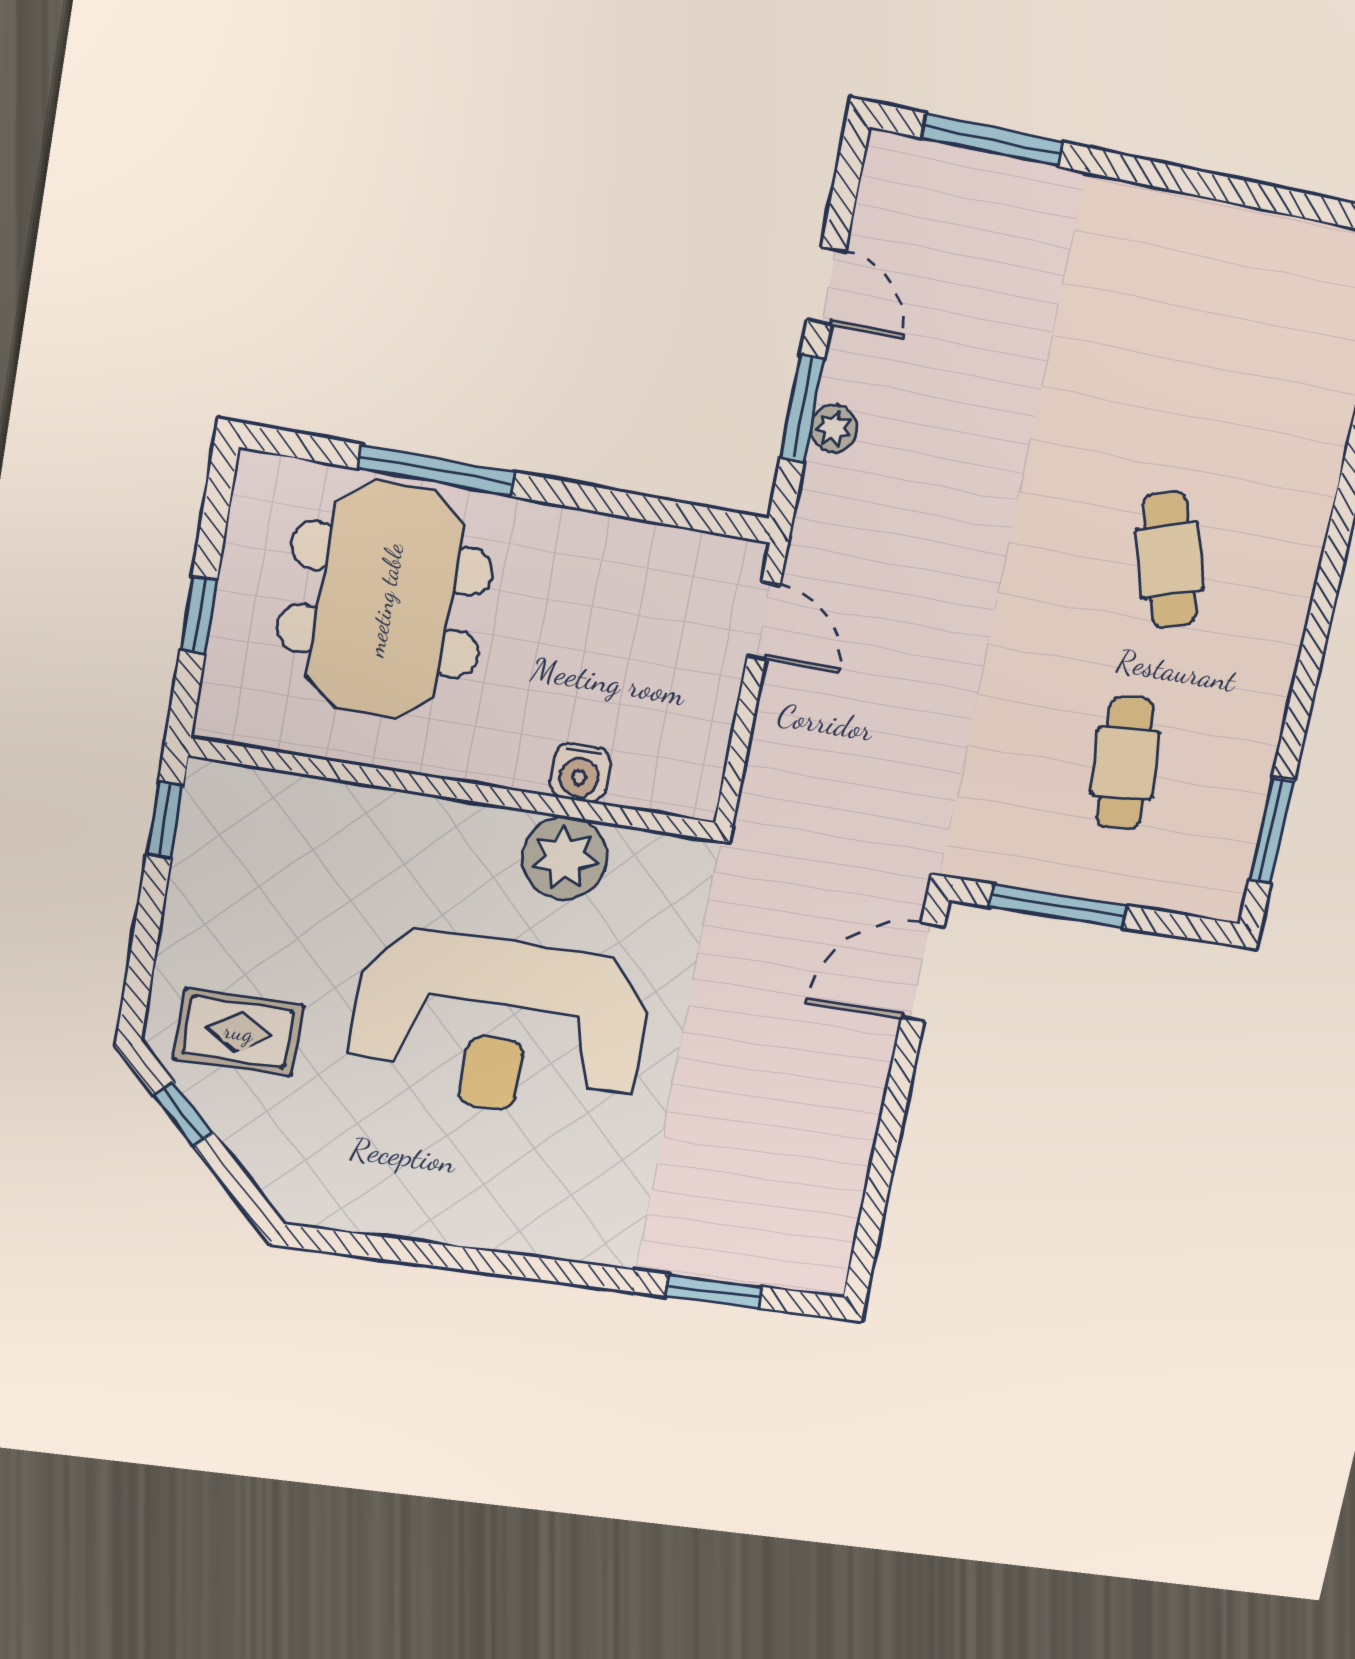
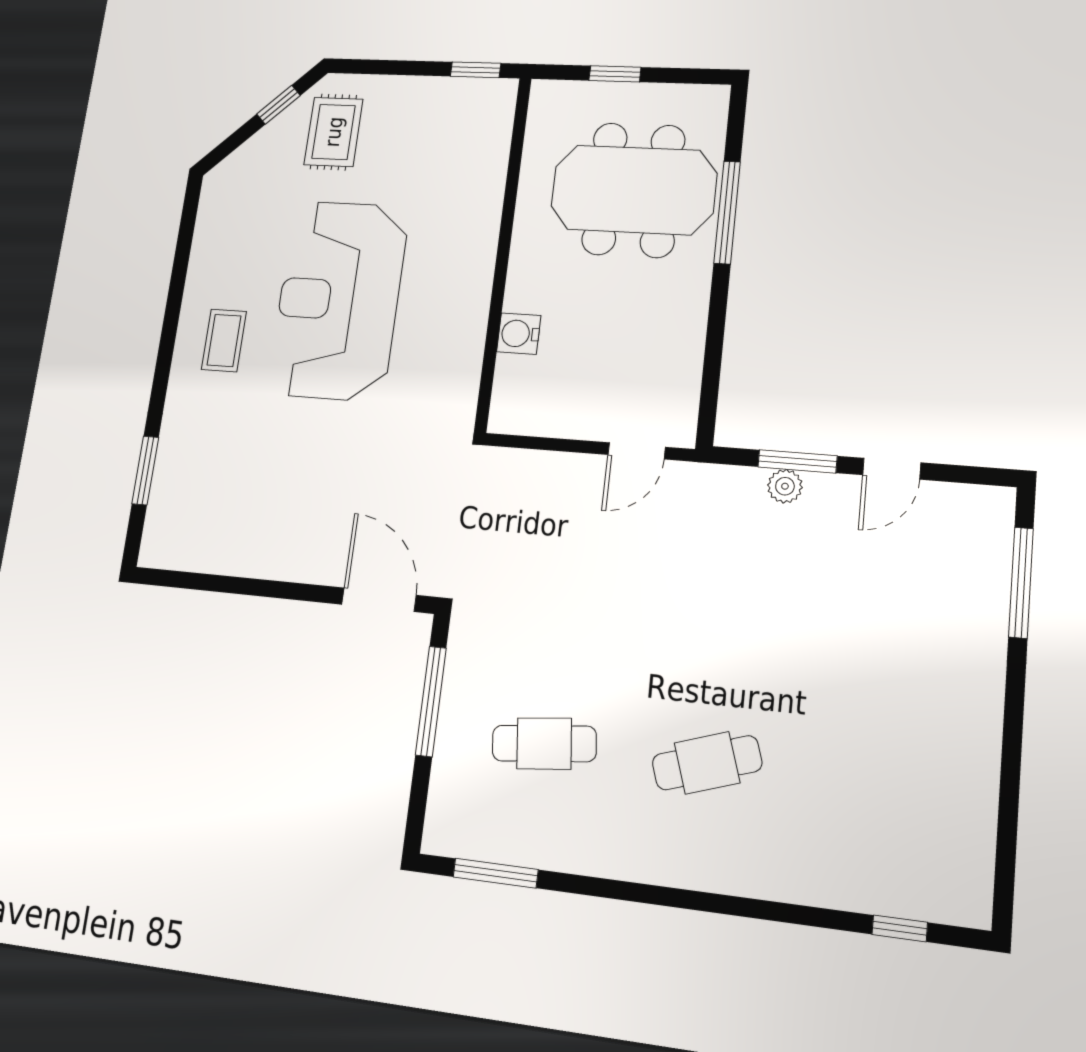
plant: (565, 858) -> (458, 330), removed
coffee table: (540, 1187) -> (224, 341), added

